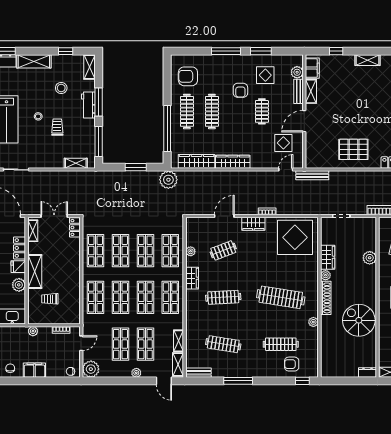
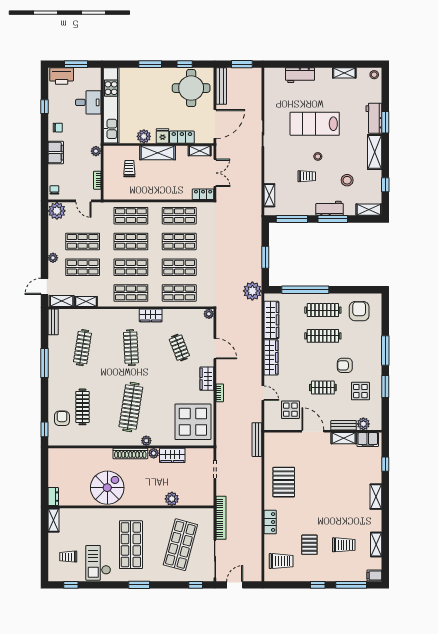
door: (286, 170) -> (263, 393), moved
plant: (191, 251) -> (209, 314), moved
plant: (313, 322) -> (146, 441), moved

